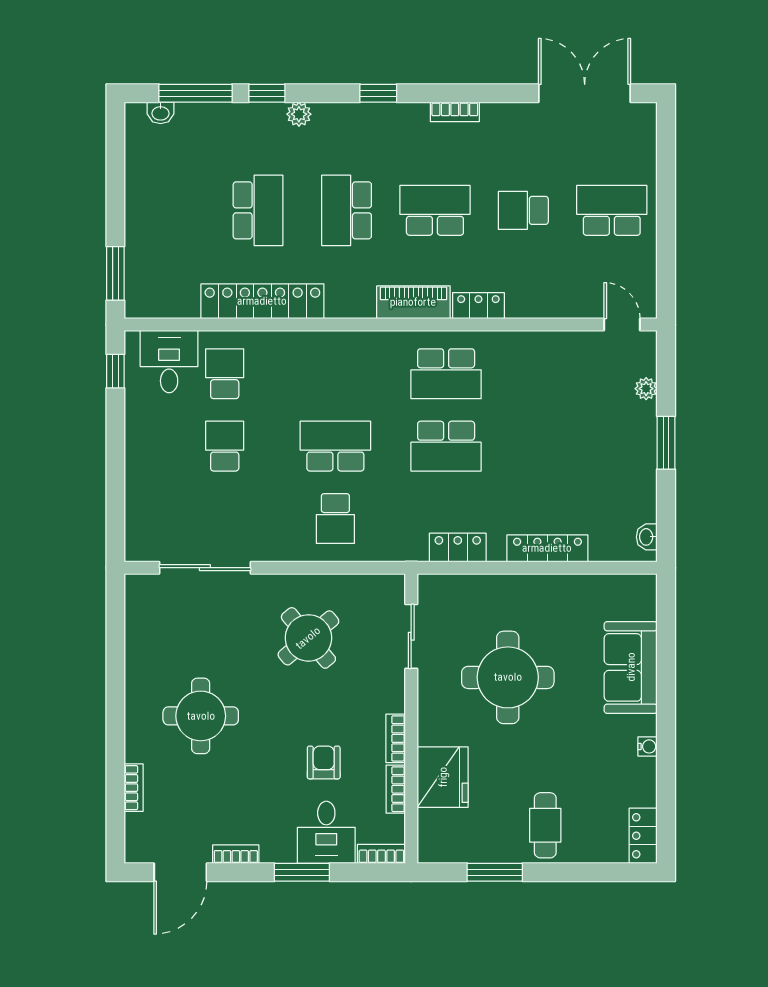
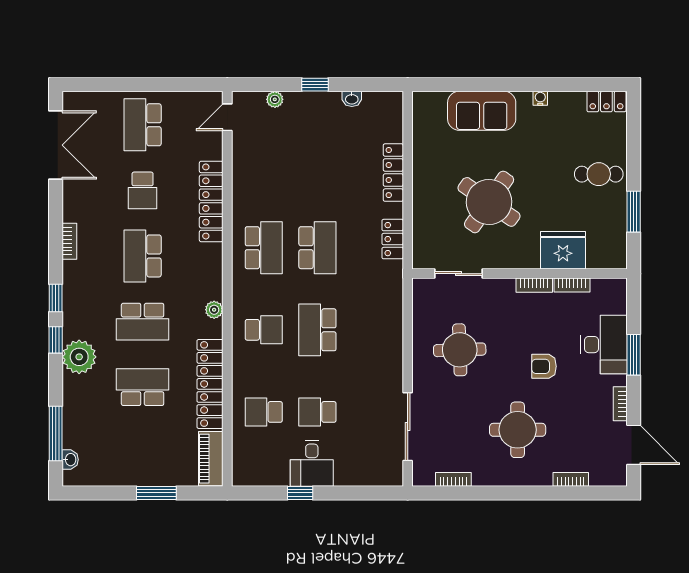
window: (267, 93) -> (56, 340), moved
double door: (585, 93) -> (56, 145), swing flipped
plant: (299, 114) -> (79, 357), width x1.87, depth x1.87
window: (115, 273) -> (156, 493), moved
piano: (413, 302) -> (211, 459), moved
locker: (478, 306) -> (211, 201), width x2.16, depth x1.21
plant: (362, 307) -> (214, 310), added
desk: (169, 362) -> (312, 463), moved, turned -90
window: (115, 371) -> (300, 493), moved
window: (666, 443) -> (315, 85), width x0.67
school desk: (335, 519) -> (264, 330), moved
washbasin: (647, 537) -> (352, 99), moved
round table: (308, 638) -> (460, 350), turned 38
round table: (508, 677) -> (489, 202), turned 35
armchair: (324, 762) -> (544, 366), moved
desk: (326, 832) -> (604, 345), width x1.37
bookcase: (381, 854) -> (453, 479), moved, turned 90

